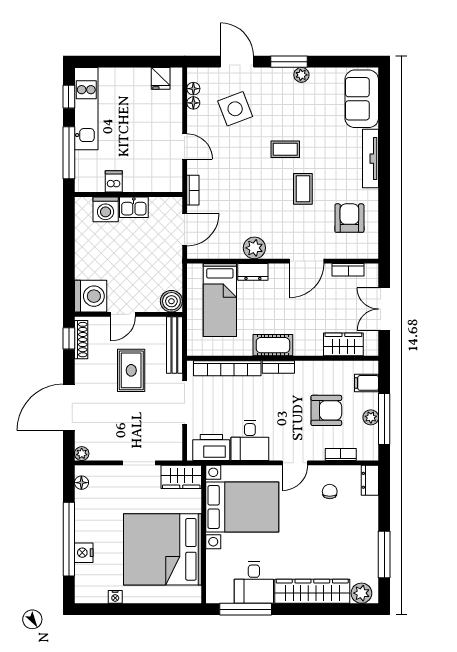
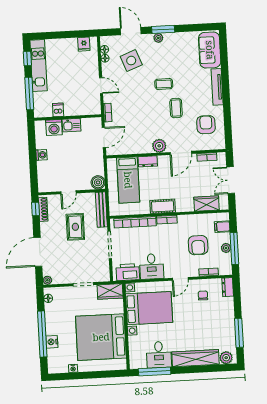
plant: (301, 75) -> (158, 38), moved
plant: (254, 248) -> (159, 146), moved
washing machine: (91, 296) -> (41, 155), moved, width x0.53, depth x0.53
armchair: (326, 410) -> (198, 245), turned 90

